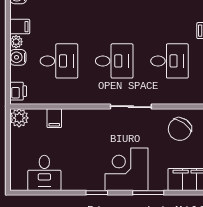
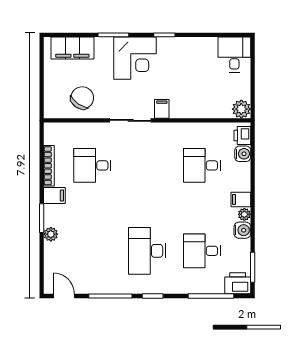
plant: (16, 42) -> (244, 214), moved
water cooler: (18, 57) -> (243, 154), moved
desk: (114, 61) -> (147, 165), removed
filing cabinet: (54, 118) -> (162, 109), moved
desk: (44, 173) -> (234, 54), moved

